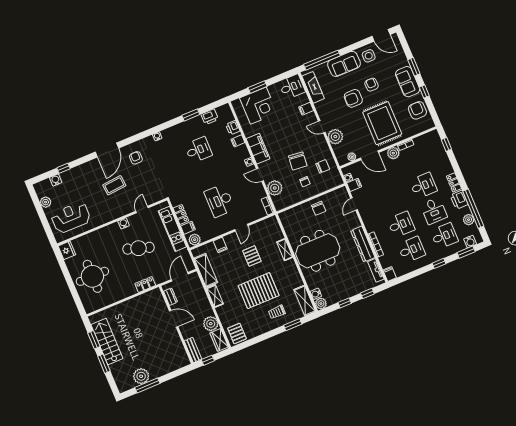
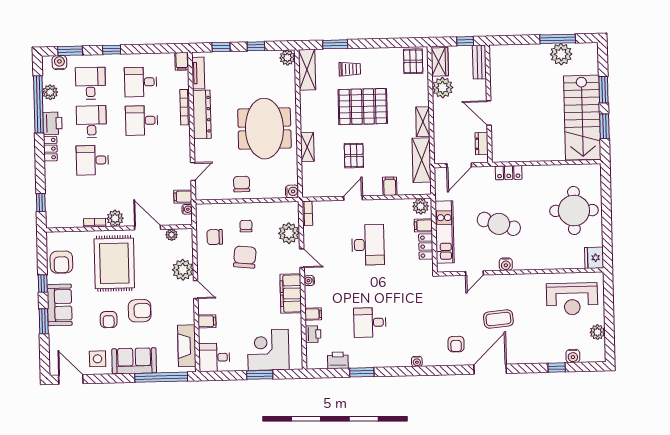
desk: (444, 236) -> (90, 83), turned 90
meeting table: (318, 251) -> (264, 129), turned 90
water cooler: (316, 294) -> (292, 191), moved
stairs: (107, 341) -> (582, 118), width x1.36, depth x1.51

